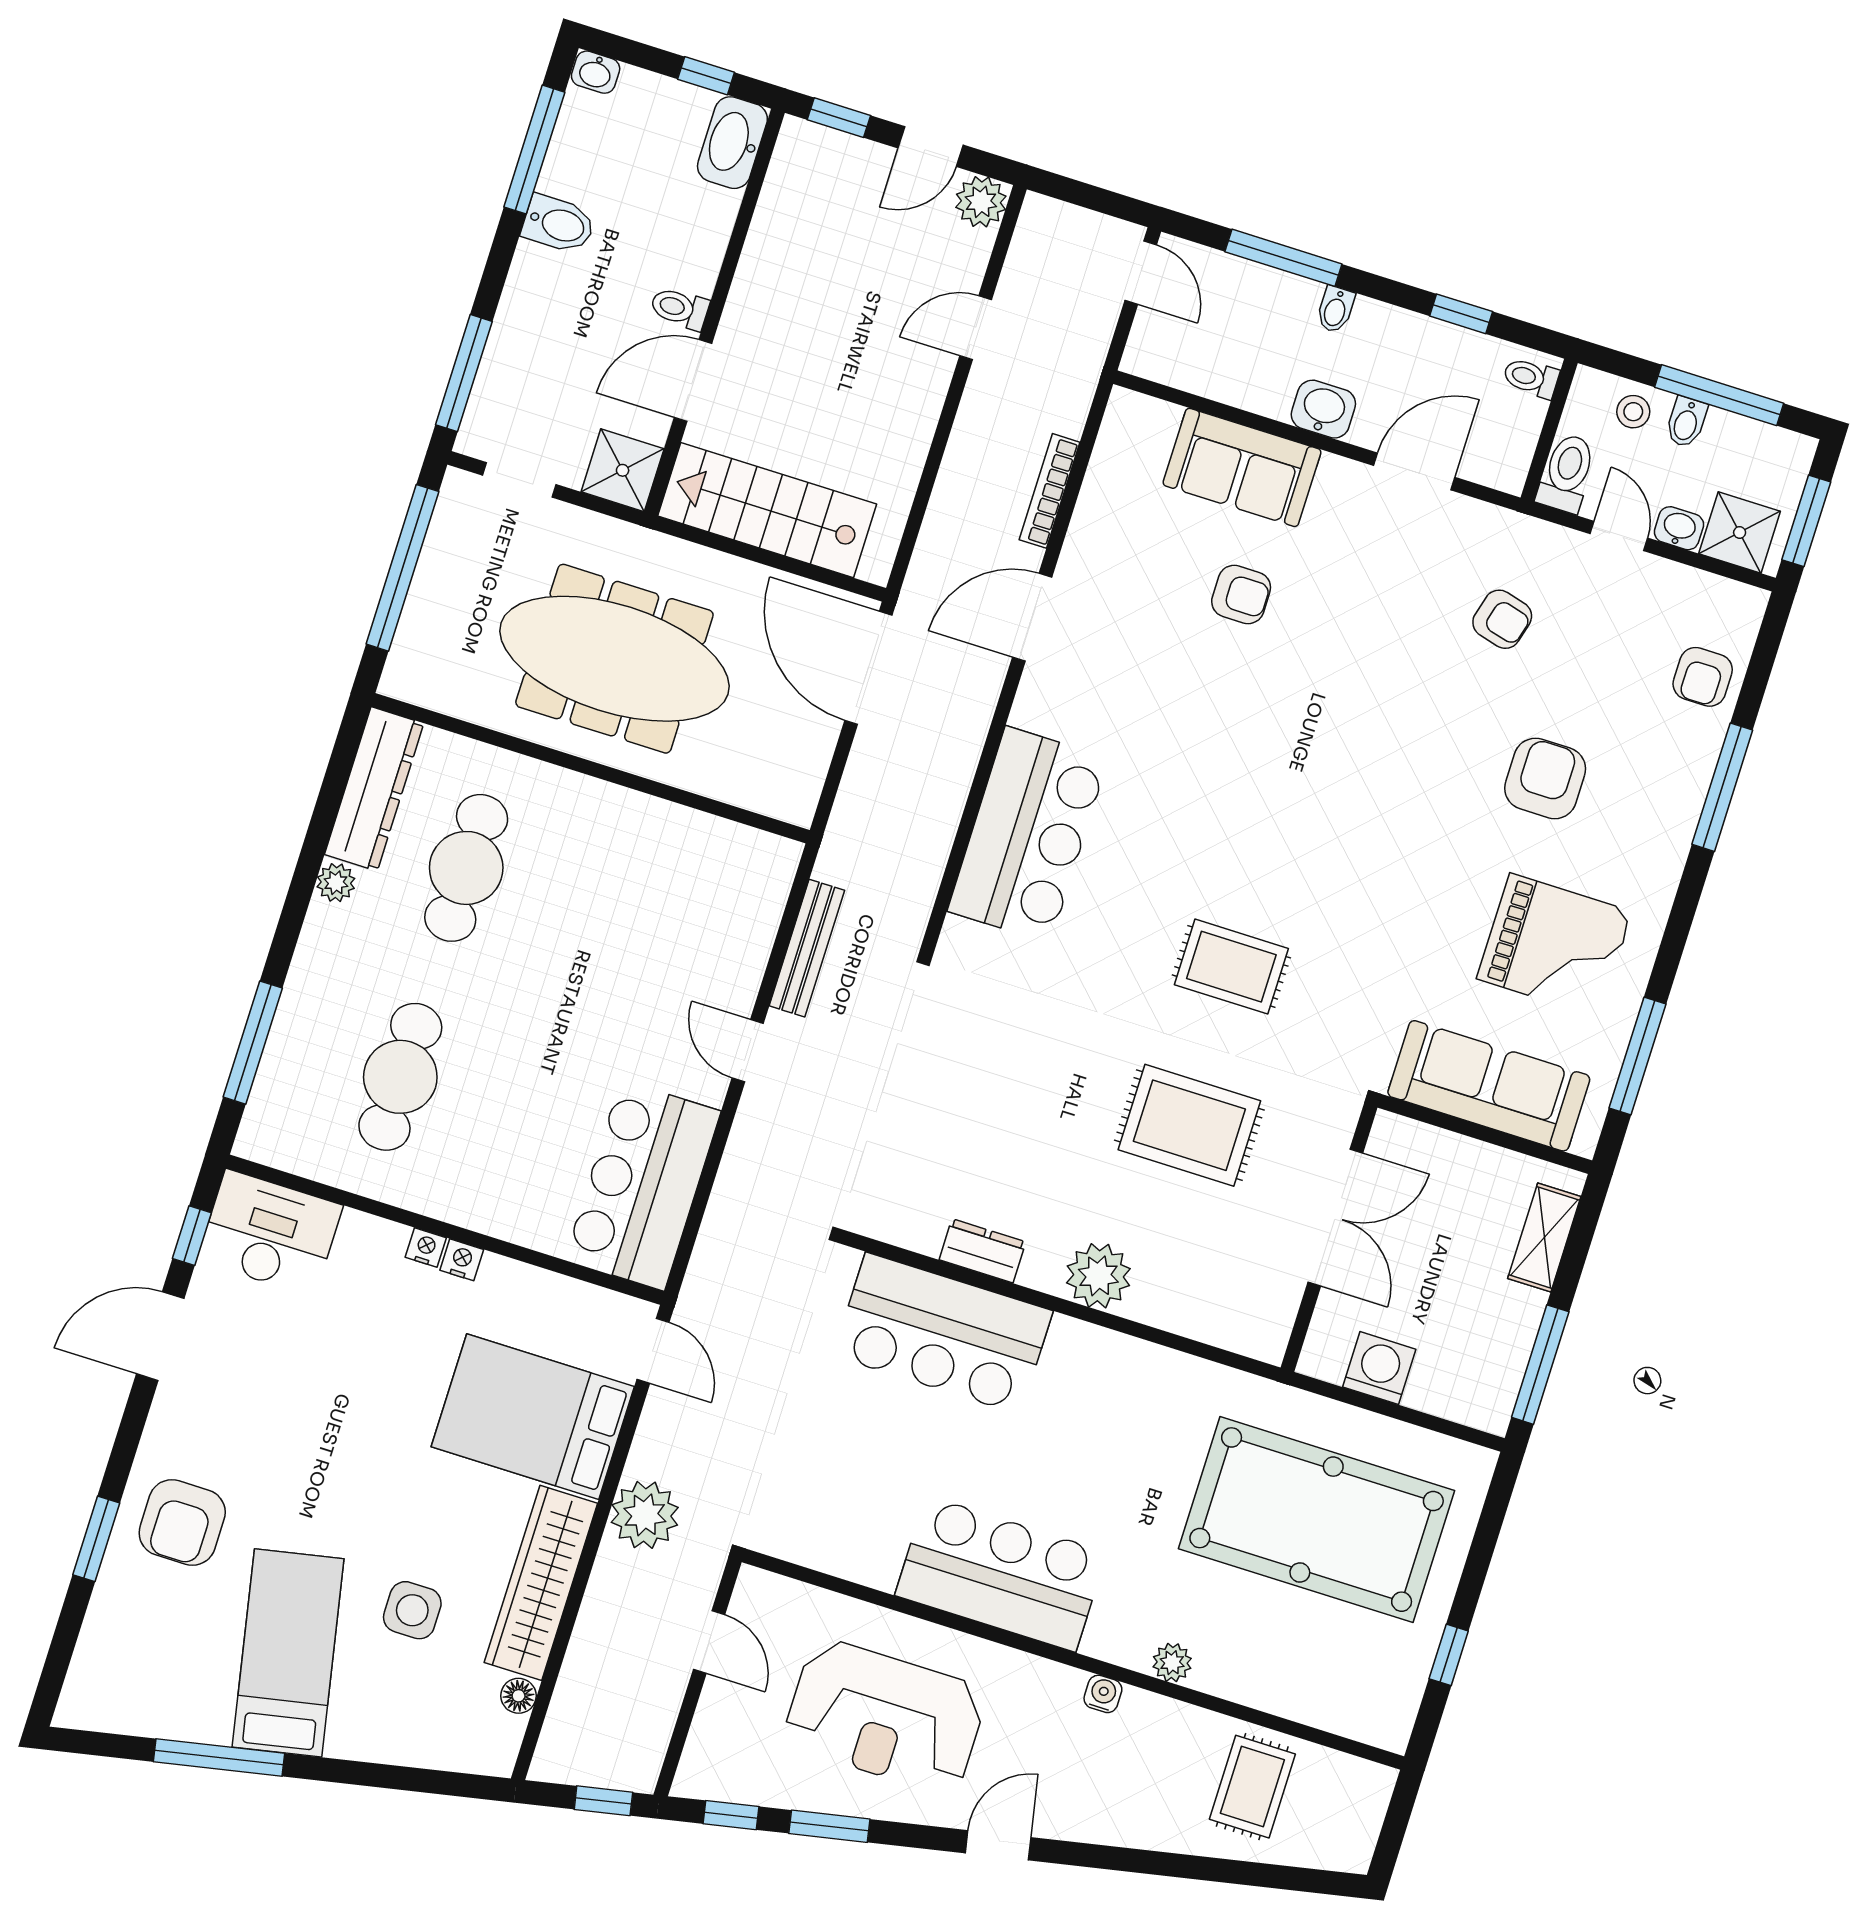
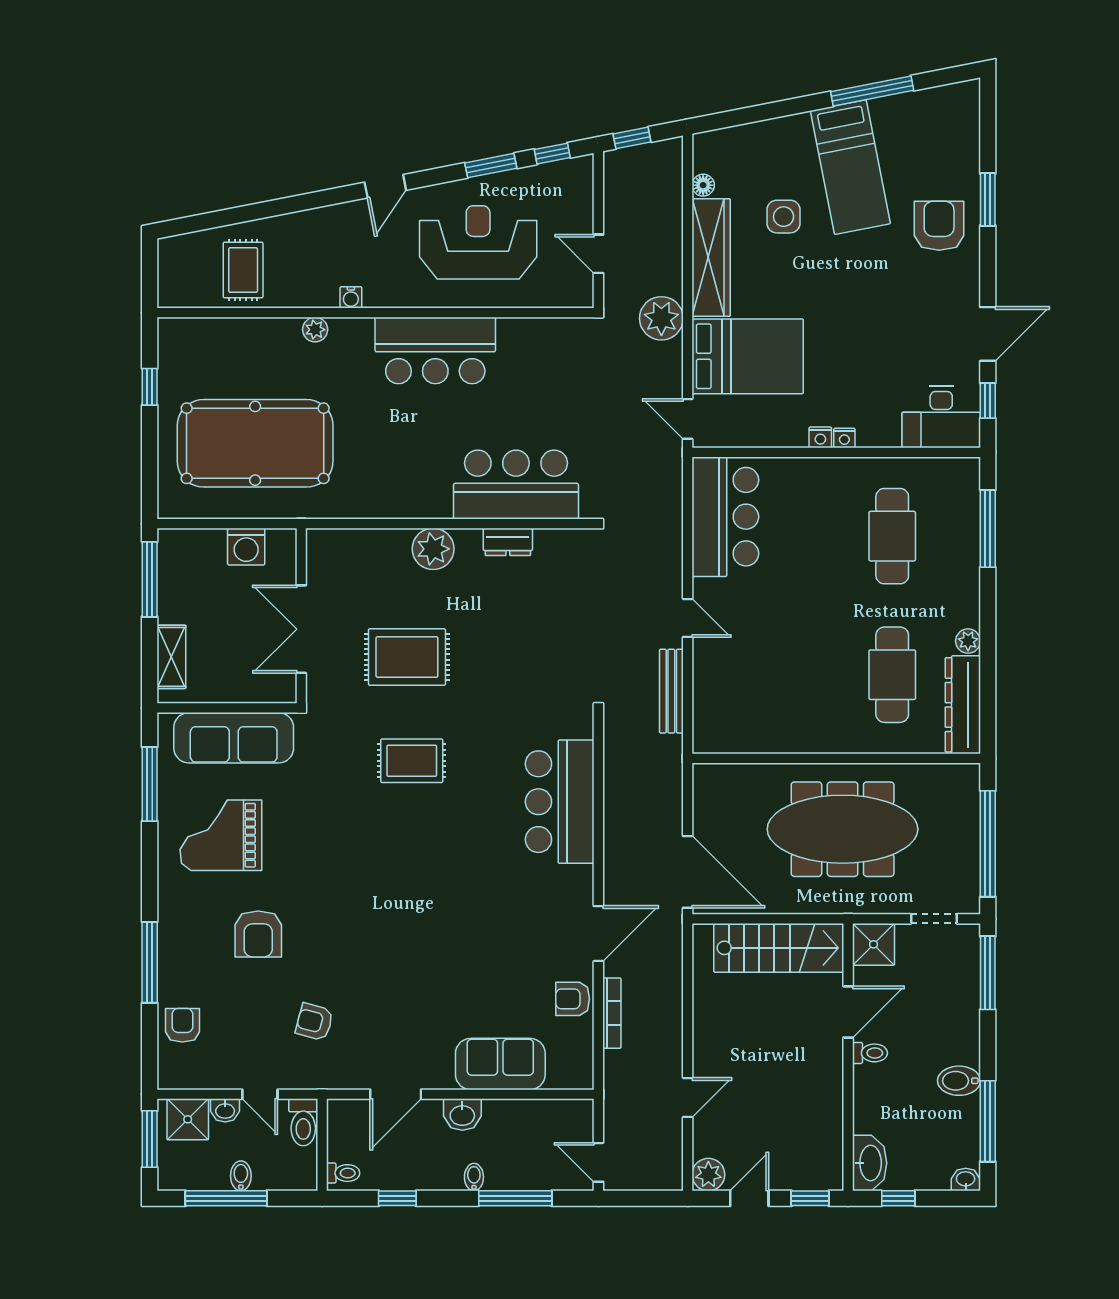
stool: (1633, 412) -> (275, 1172), removed
armchair: (1241, 594) -> (573, 999), moved

